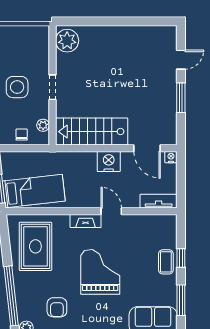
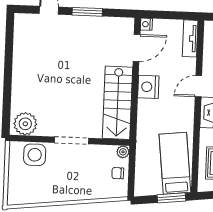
side table: (17, 87) -> (35, 155), moved
doorway: (52, 87) -> (72, 140), width x1.38
plant: (43, 125) -> (123, 152), moved

